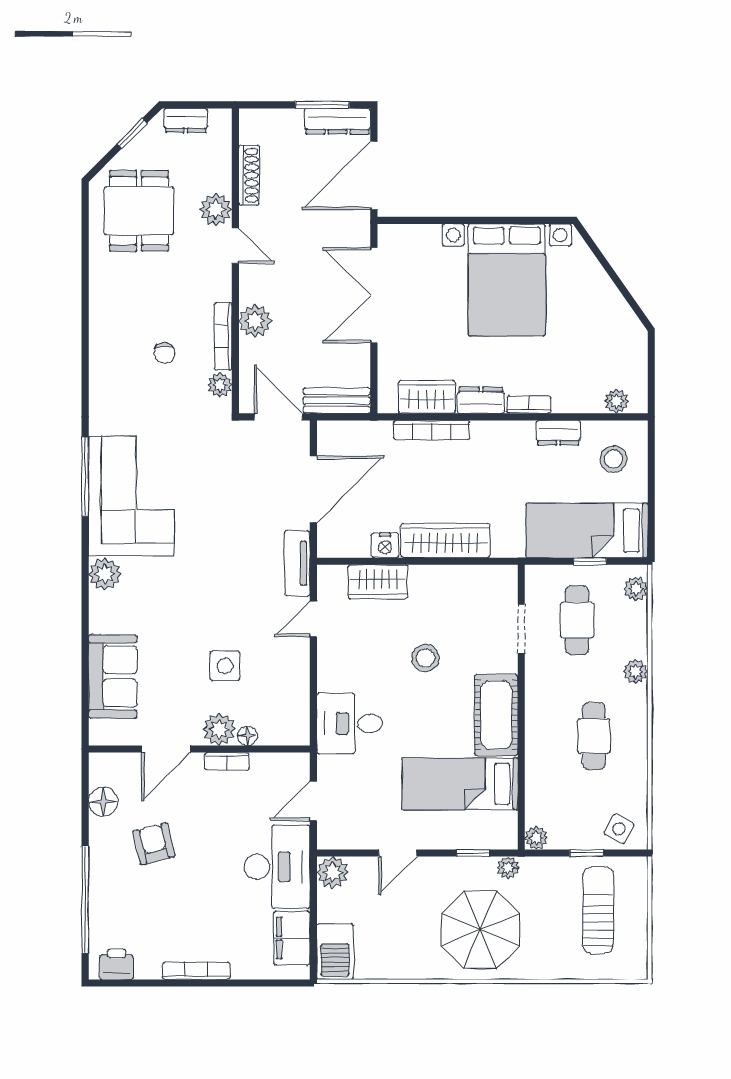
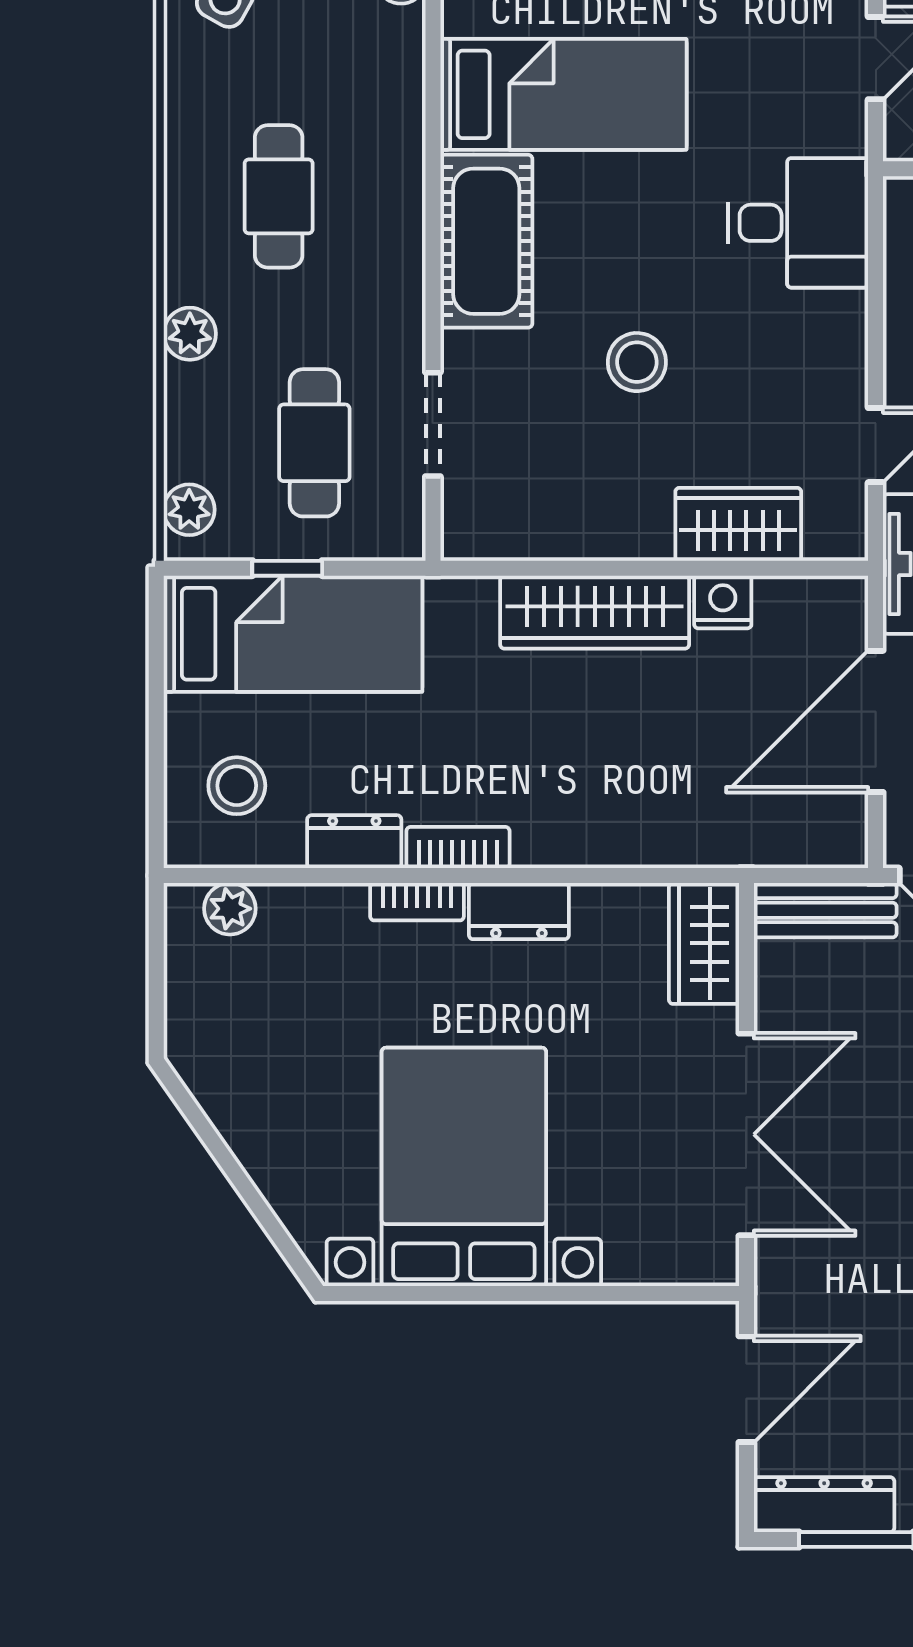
door: (374, 176) -> (746, 1389), width x0.73
wardrobe: (427, 397) -> (704, 943), moved, turned 90
bookcase: (432, 430) -> (458, 848), moved, width x0.64

